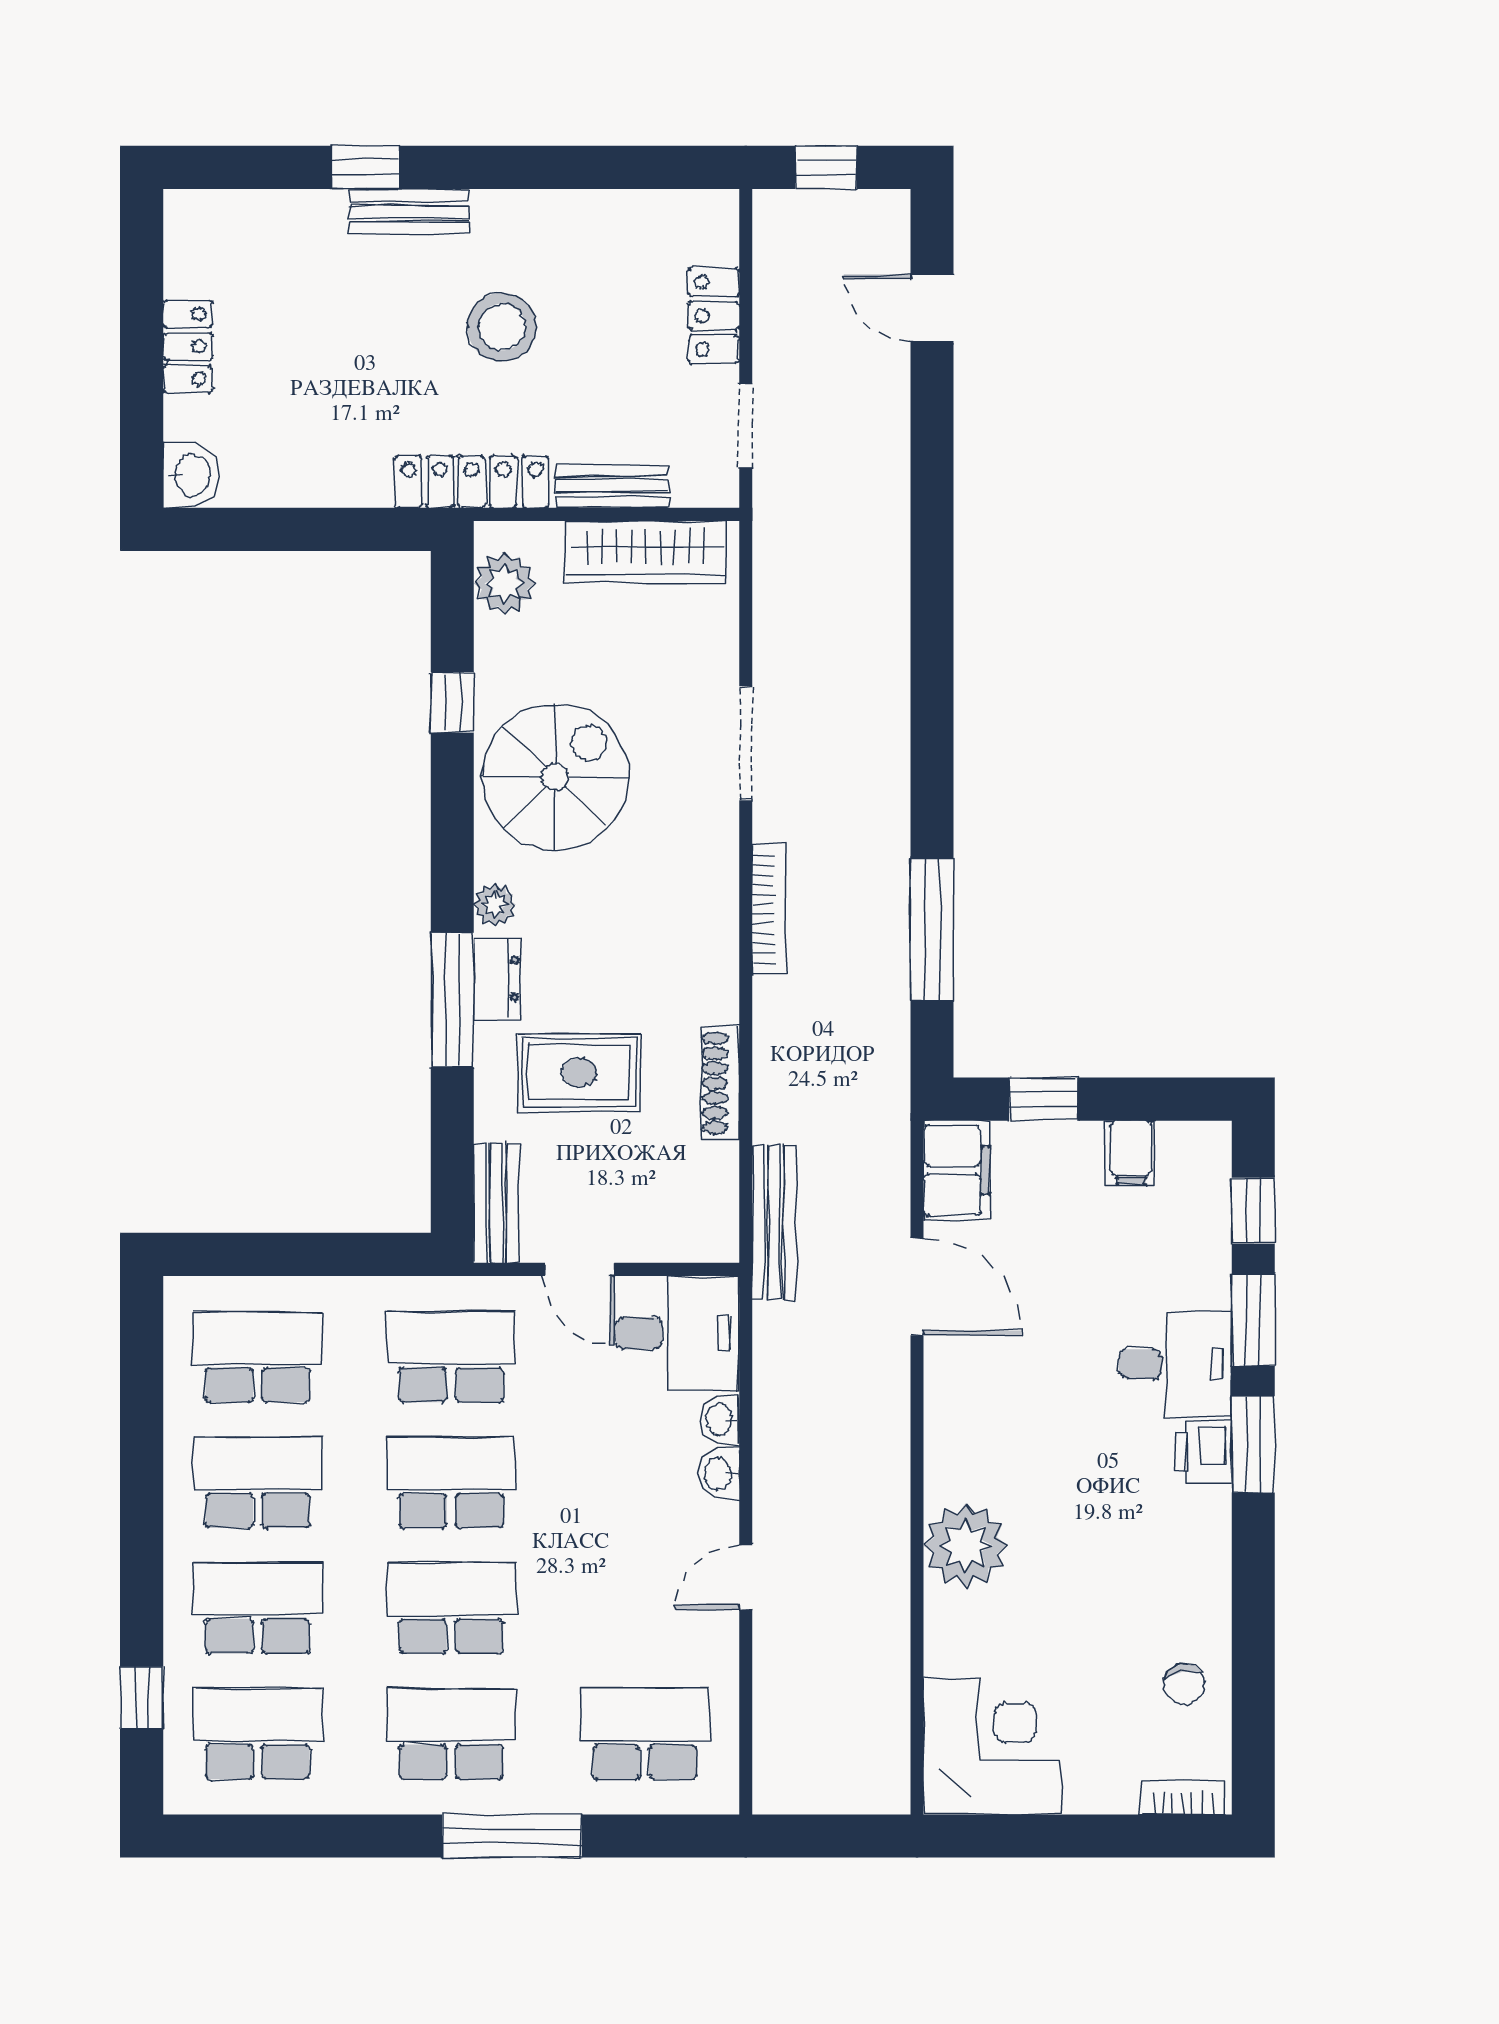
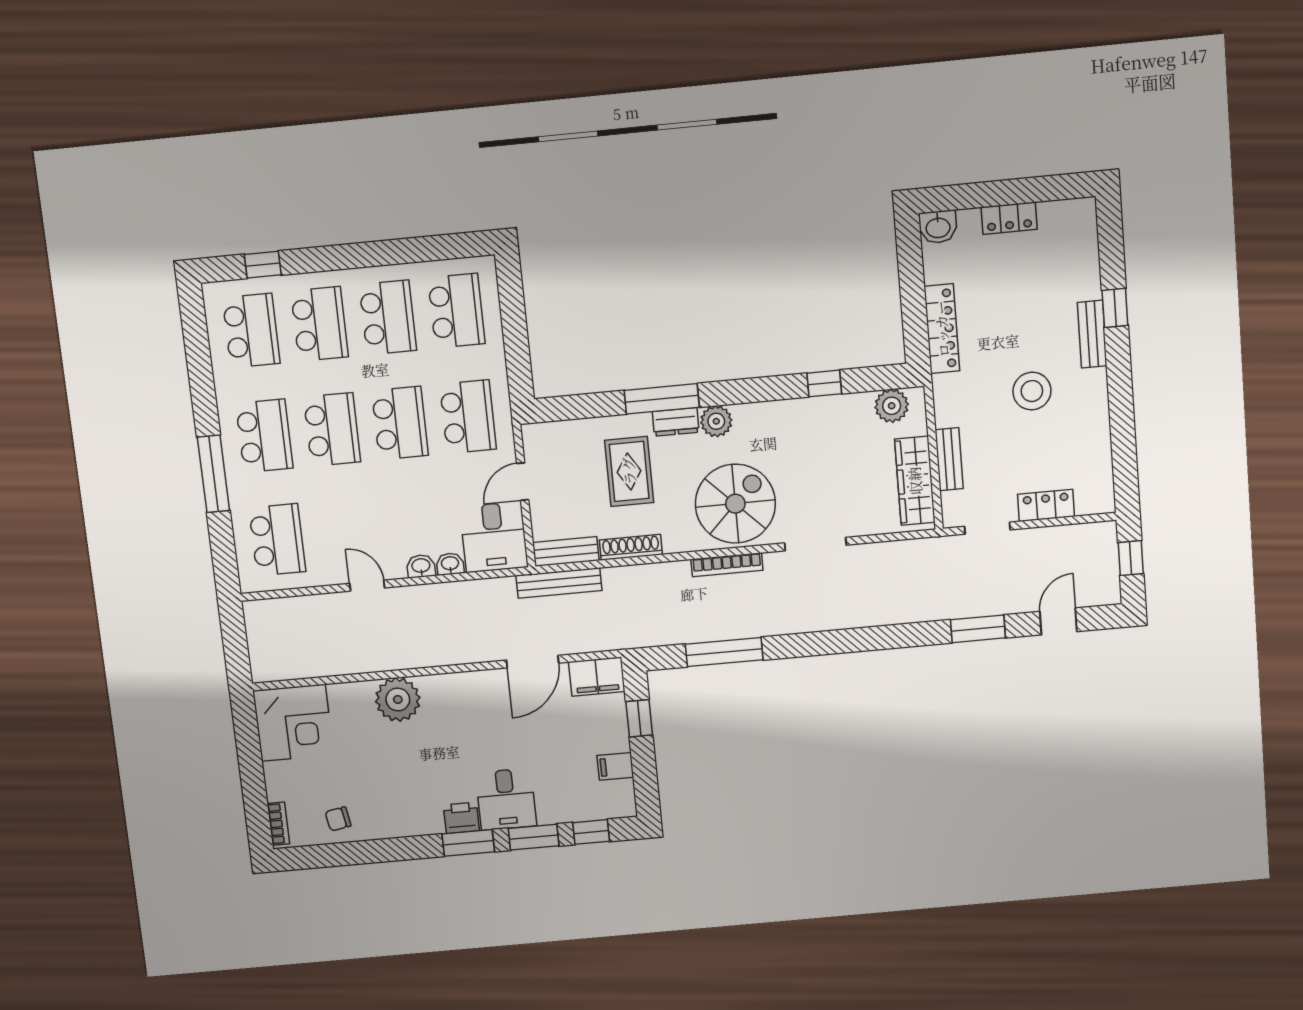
window: (932, 457) -> (978, 629), added
locker: (472, 482) -> (942, 329), moved
spiral stairs: (555, 777) -> (735, 504), moved, turned -90
plant: (495, 905) -> (716, 421), width x1.38, depth x1.38
bench: (496, 1204) -> (566, 552), moved

